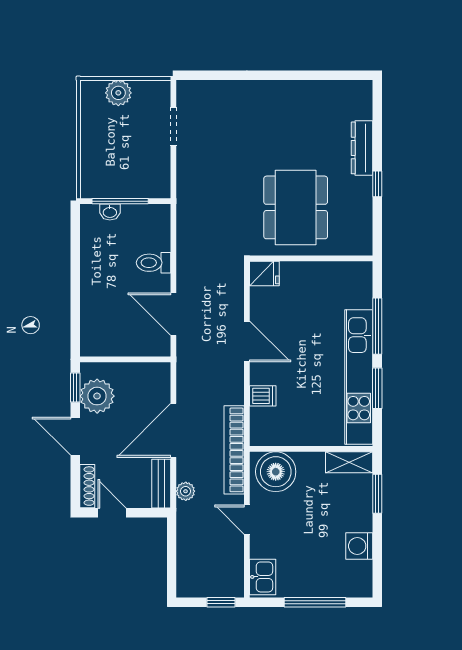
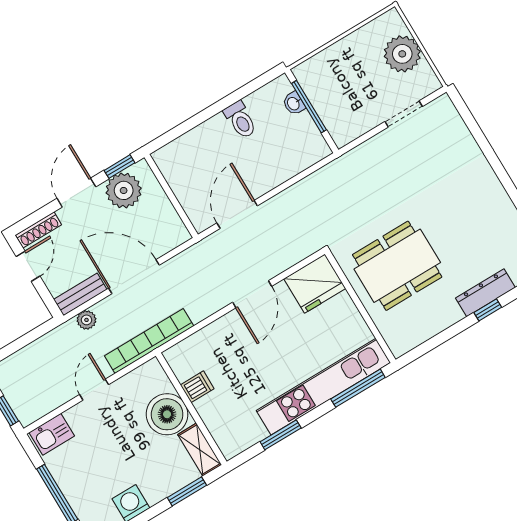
plant: (118, 93) -> (402, 54), width x1.36, depth x1.36
window: (377, 184) -> (488, 310), moved
toilet: (154, 263) -> (240, 120), moved, turned 180
fridge: (264, 274) -> (315, 284), width x1.88, depth x1.34
window: (377, 326) -> (358, 388), moved
kitchen unit: (359, 377) -> (323, 387), moved
dishwasher: (263, 396) -> (197, 387), moved, turned -90
boiler: (276, 472) -> (167, 414), moved

